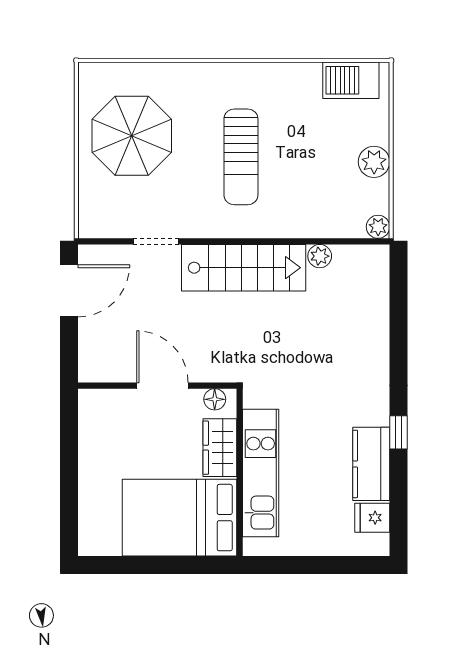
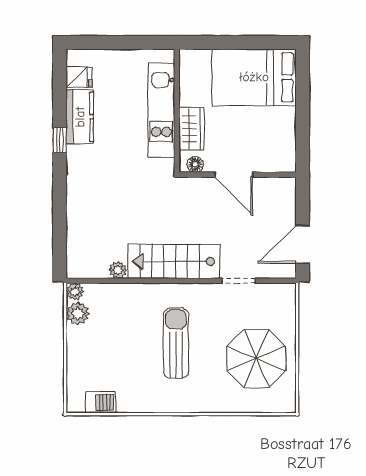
barbecue: (351, 80) -> (100, 402), width x0.73, depth x0.79
plant: (374, 162) -> (78, 313), moved
bed: (180, 518) -> (254, 77), moved, turned 180

